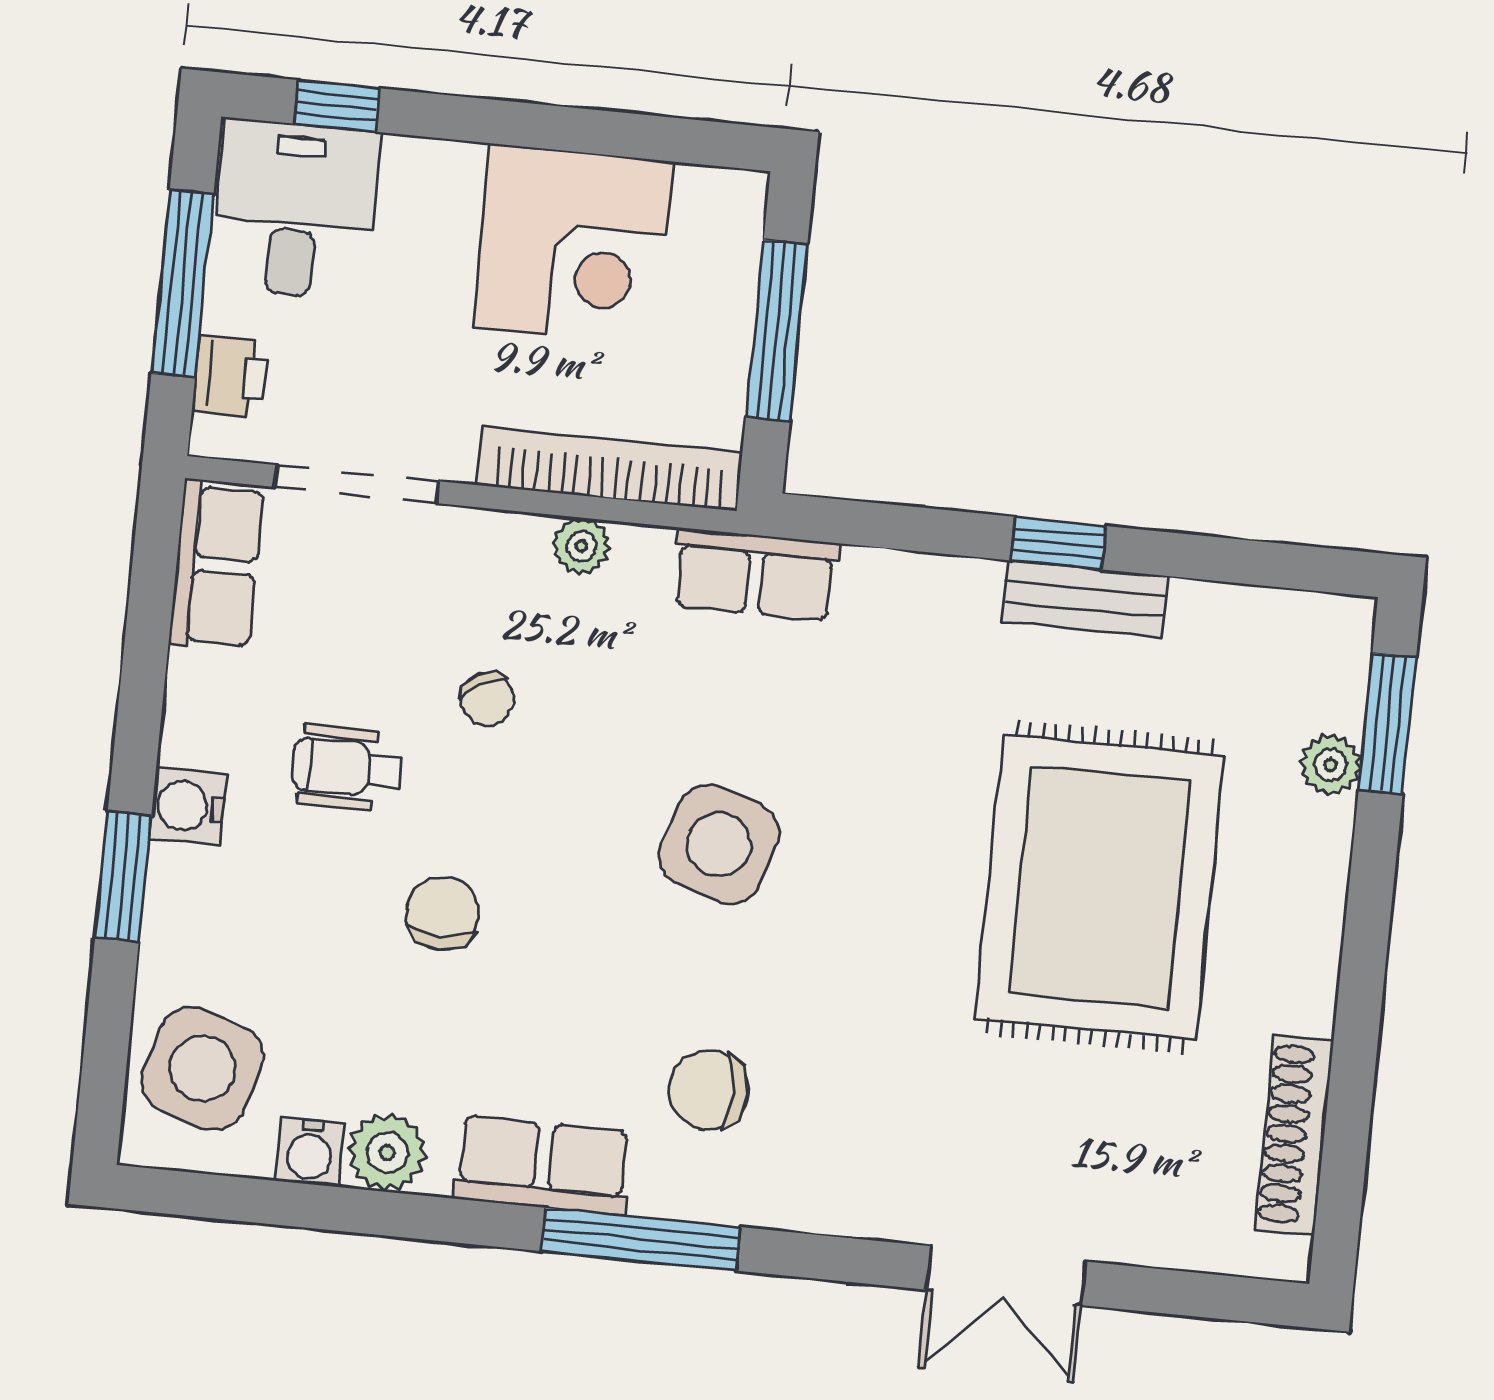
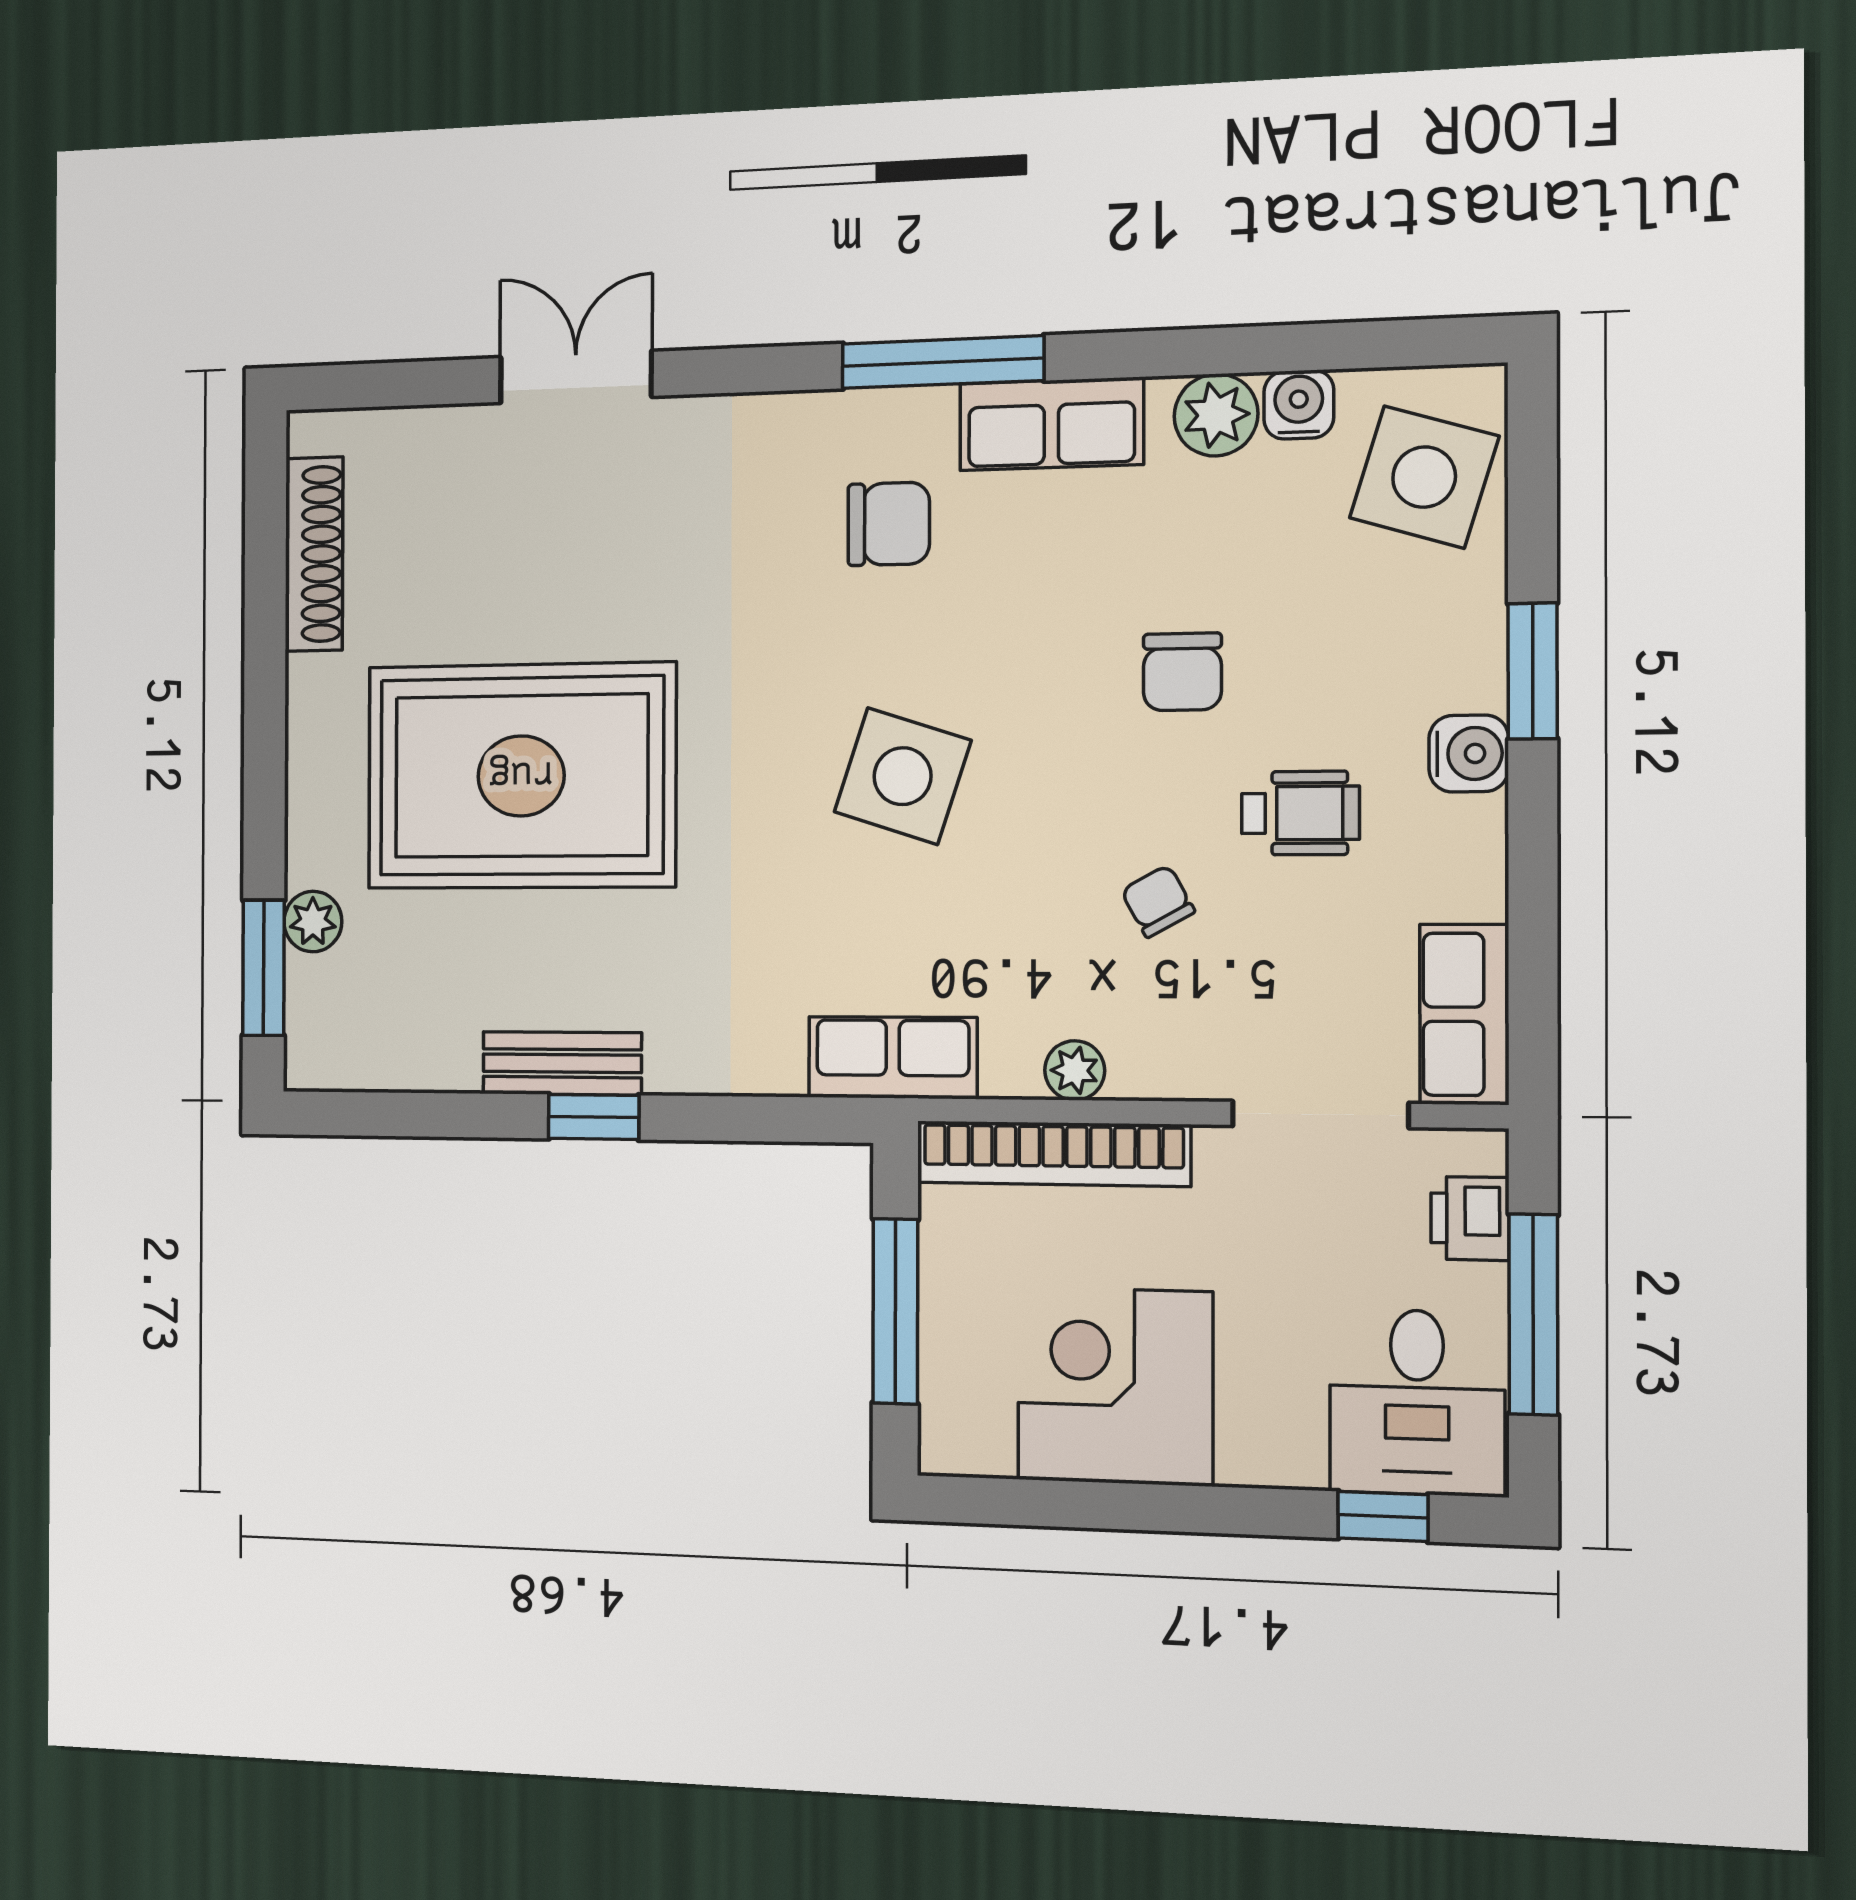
rug: (1100, 887) -> (521, 776), turned 90

